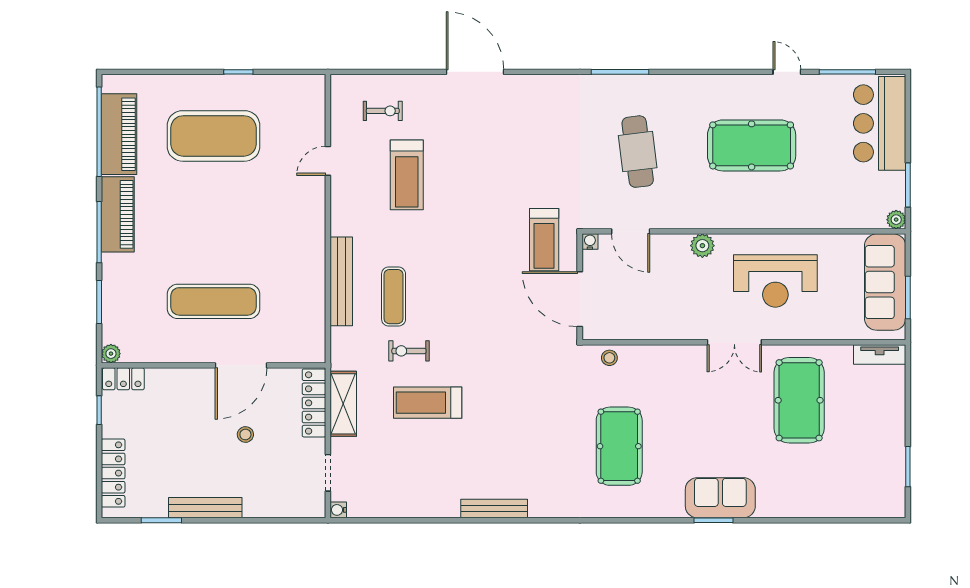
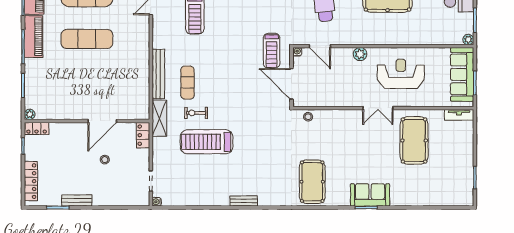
reception desk: (775, 281) -> (401, 74), turned 180
exercise mat: (214, 301) -> (87, 39), moved
locker: (314, 403) -> (143, 135), width x0.66
treadmill: (428, 403) -> (207, 142), width x1.37, depth x1.38
shelving: (343, 404) -> (159, 118), moved
pool table: (619, 446) -> (312, 182), moved
bench: (205, 508) -> (77, 200), width x0.73
bench: (494, 509) -> (244, 201), width x0.73

